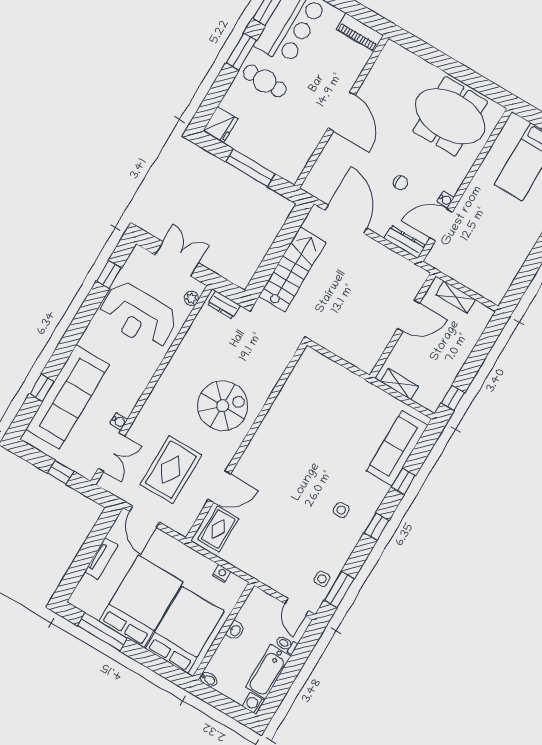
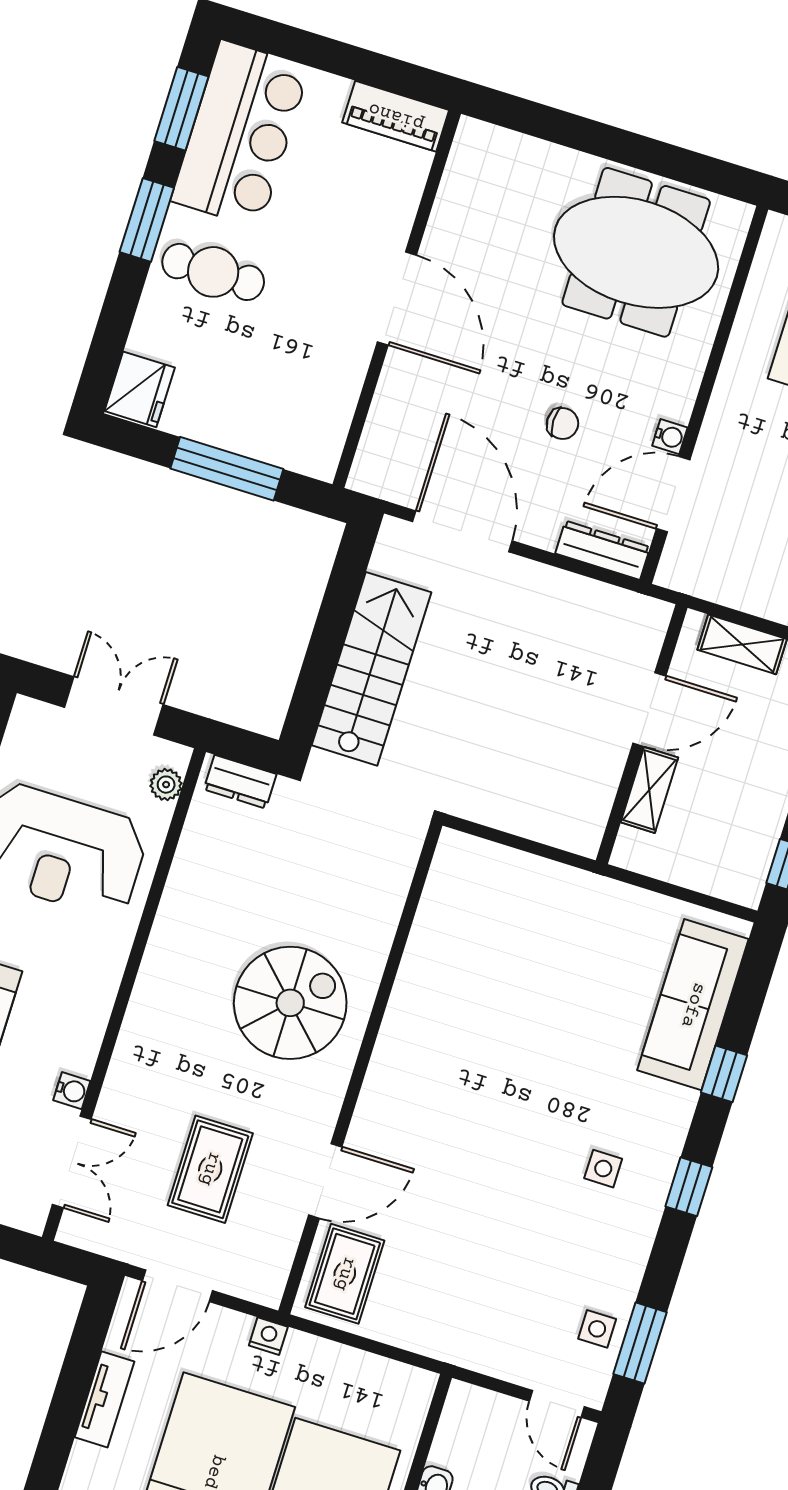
shelving: (399, 384) -> (649, 790), moved, turned 90
rug: (171, 470) -> (210, 1169), width x0.73, depth x0.70
door: (144, 517) -> (177, 1286), hinge flipped
nightstand: (222, 574) -> (268, 1336), moved

